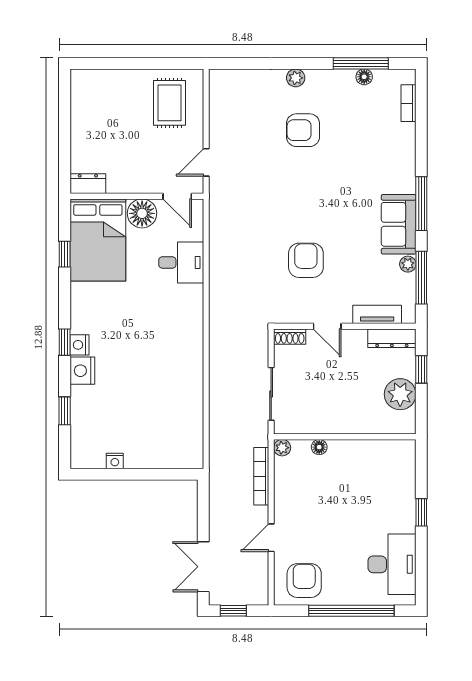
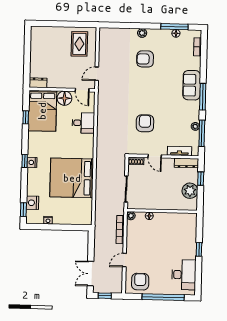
sofa: (399, 224) -> (192, 85), moved
nightstand: (82, 371) -> (32, 203), moved
bed: (161, 374) -> (72, 178), added
window: (65, 411) -> (23, 210), moved

